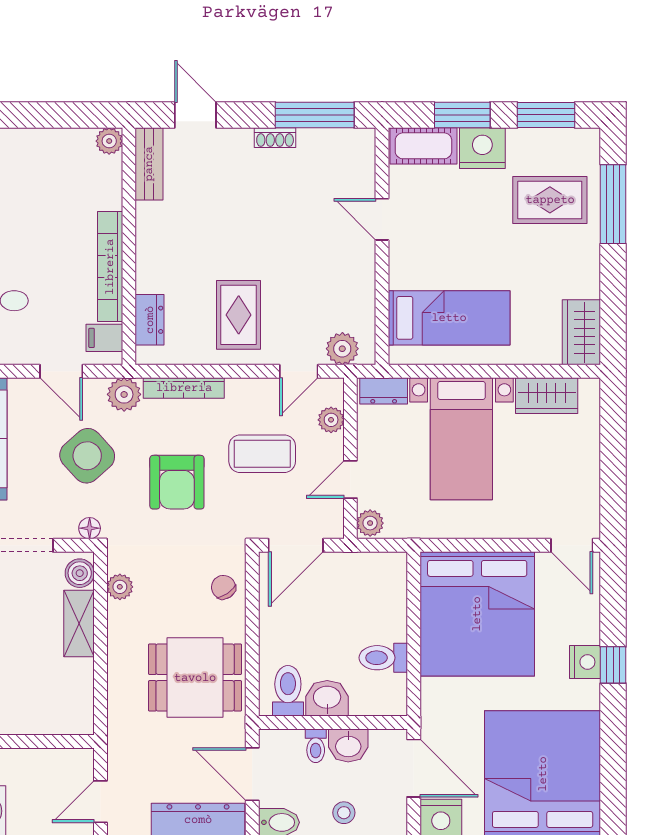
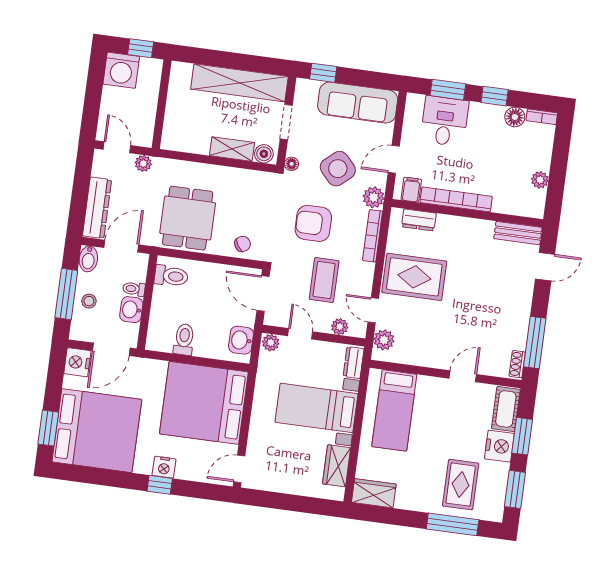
shoe rack: (275, 138) -> (517, 364), moved
plant: (109, 141) -> (540, 180), moved
rug: (239, 315) -> (414, 277), width x1.36, depth x1.43
plant: (120, 587) -> (143, 163), moved
washbasin: (327, 698) -> (241, 340), moved, turned 180

